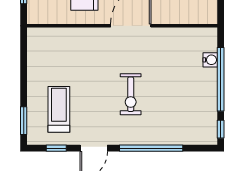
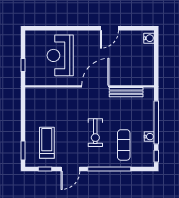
bench: (176, 34) -> (126, 92), added
water cooler: (210, 60) -> (149, 137), moved
exercise mat: (173, 113) -> (124, 145), added

